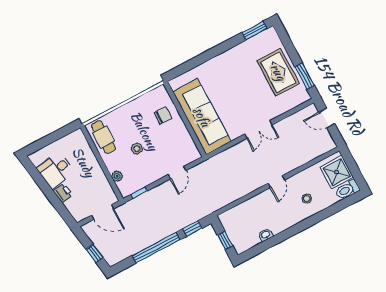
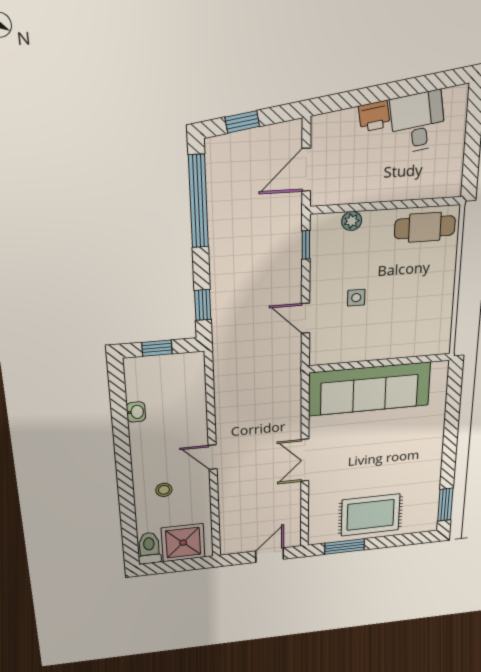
chair: (163, 115) -> (404, 333), removed
side table: (137, 149) -> (356, 298), moved
window: (156, 248) -> (198, 202), moved

